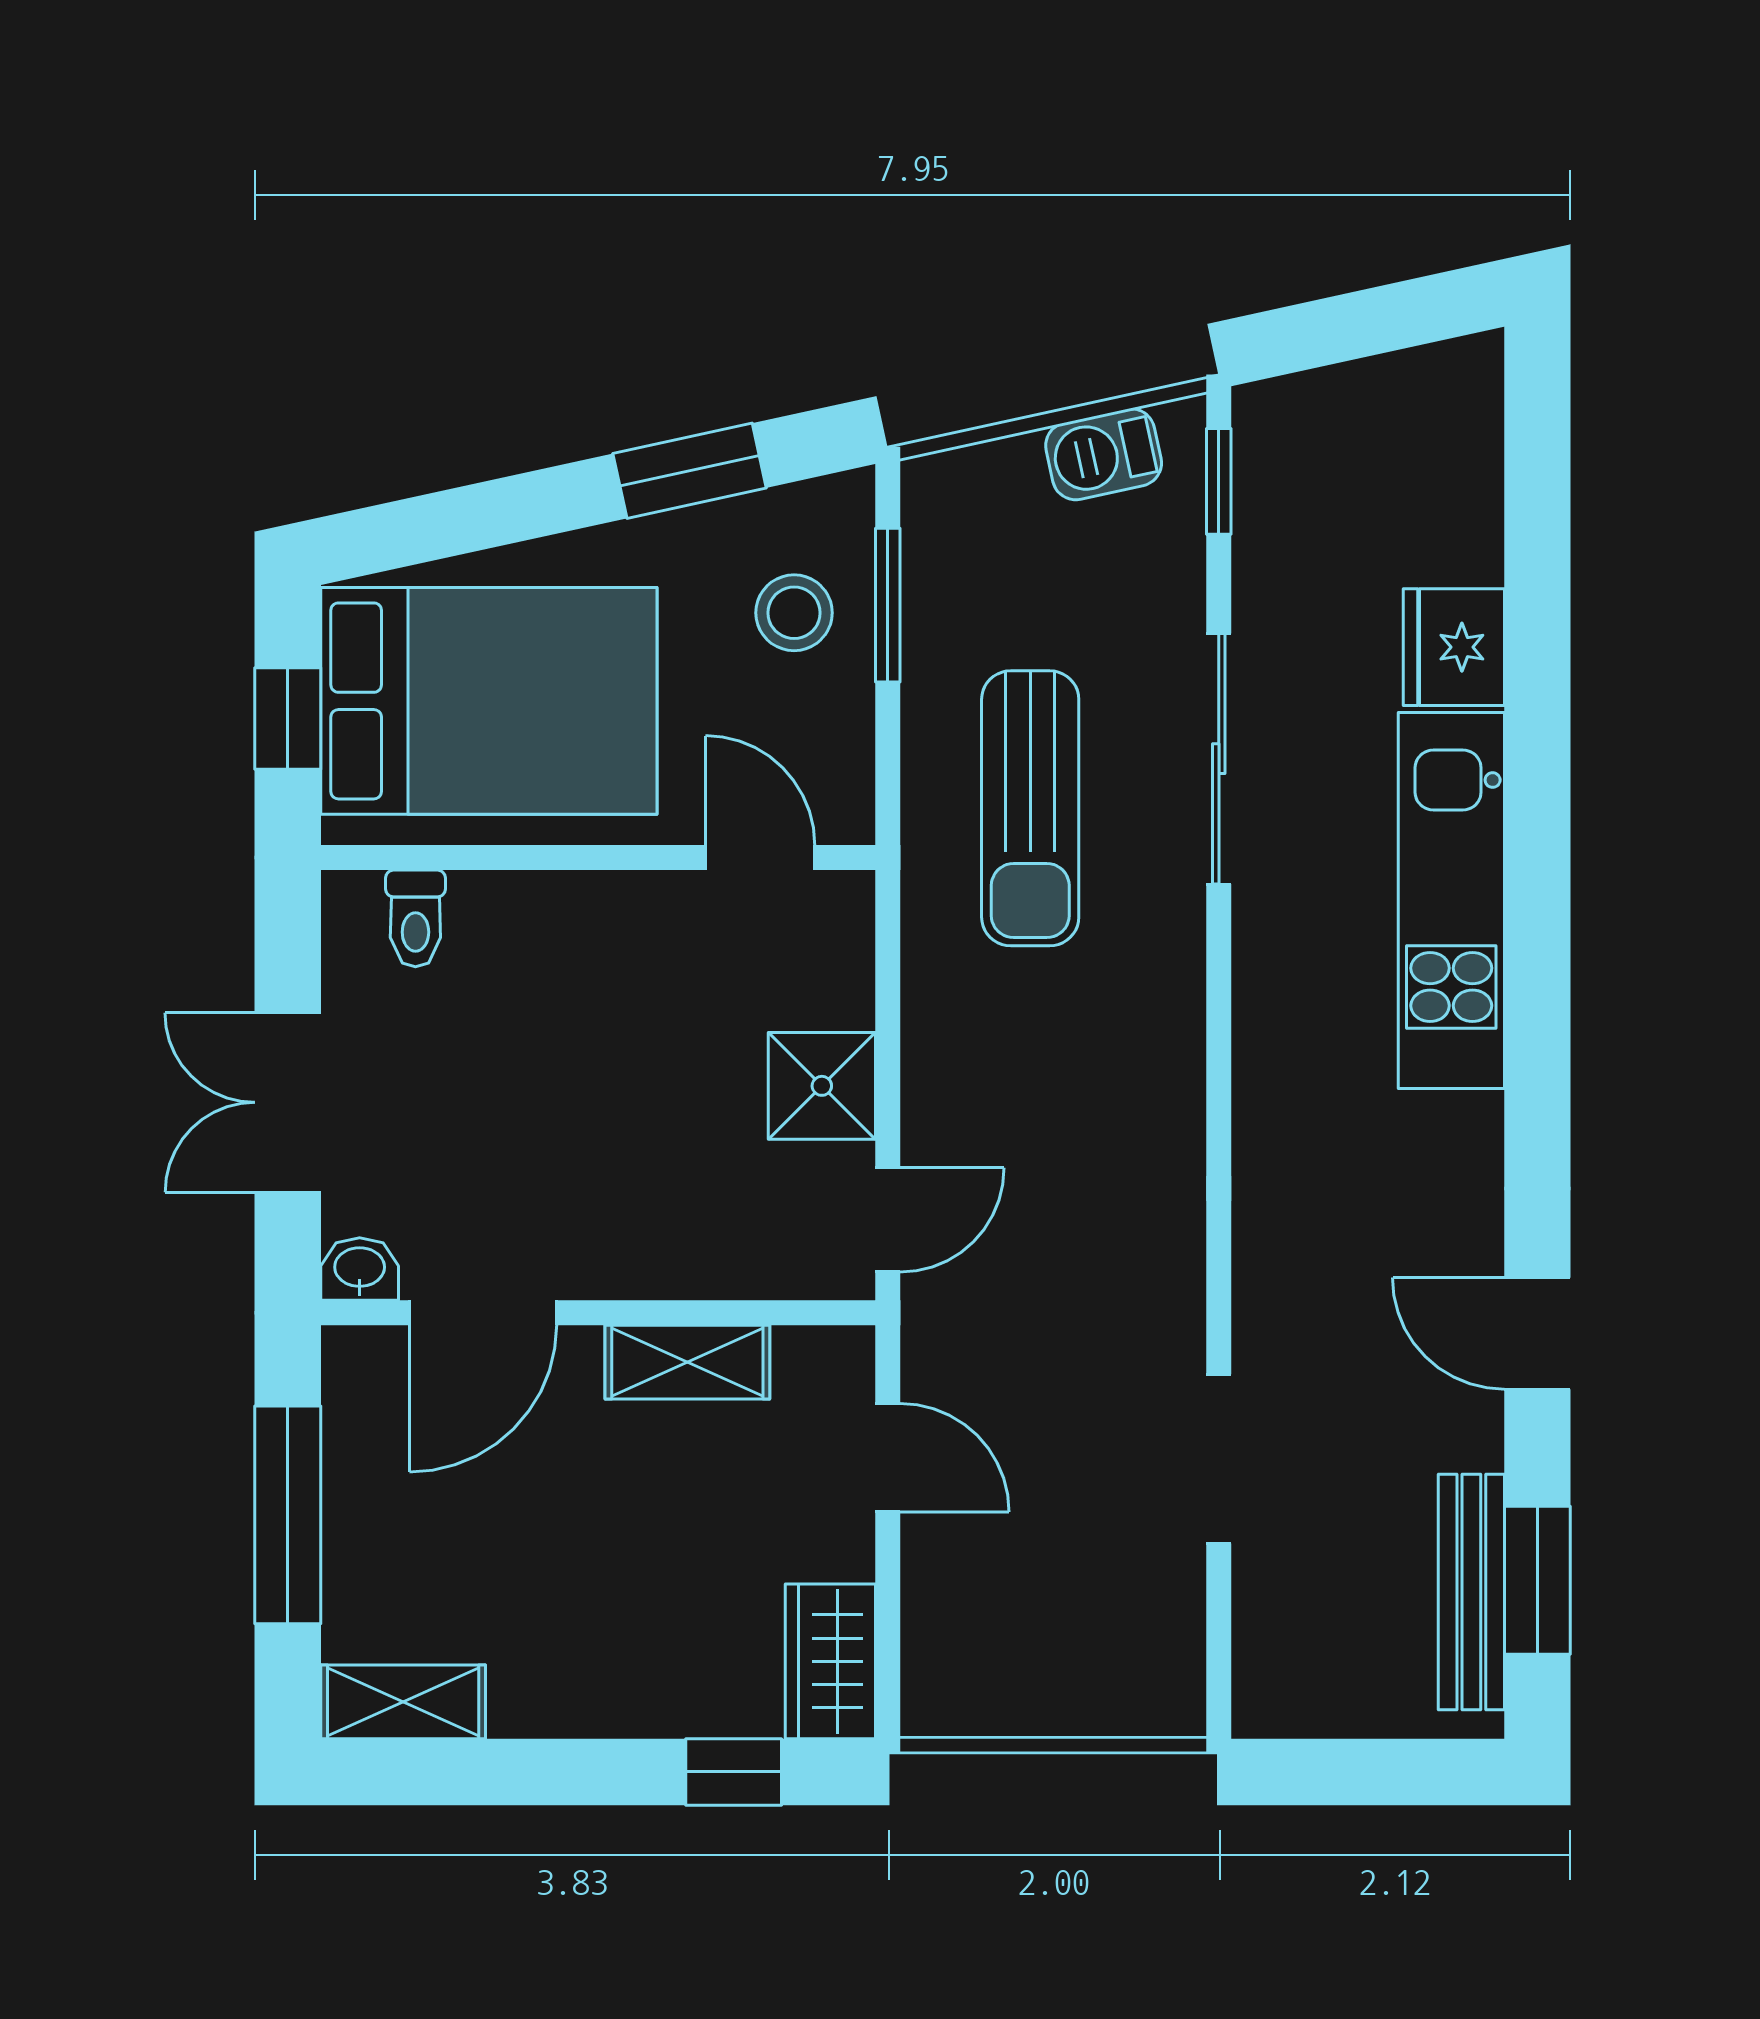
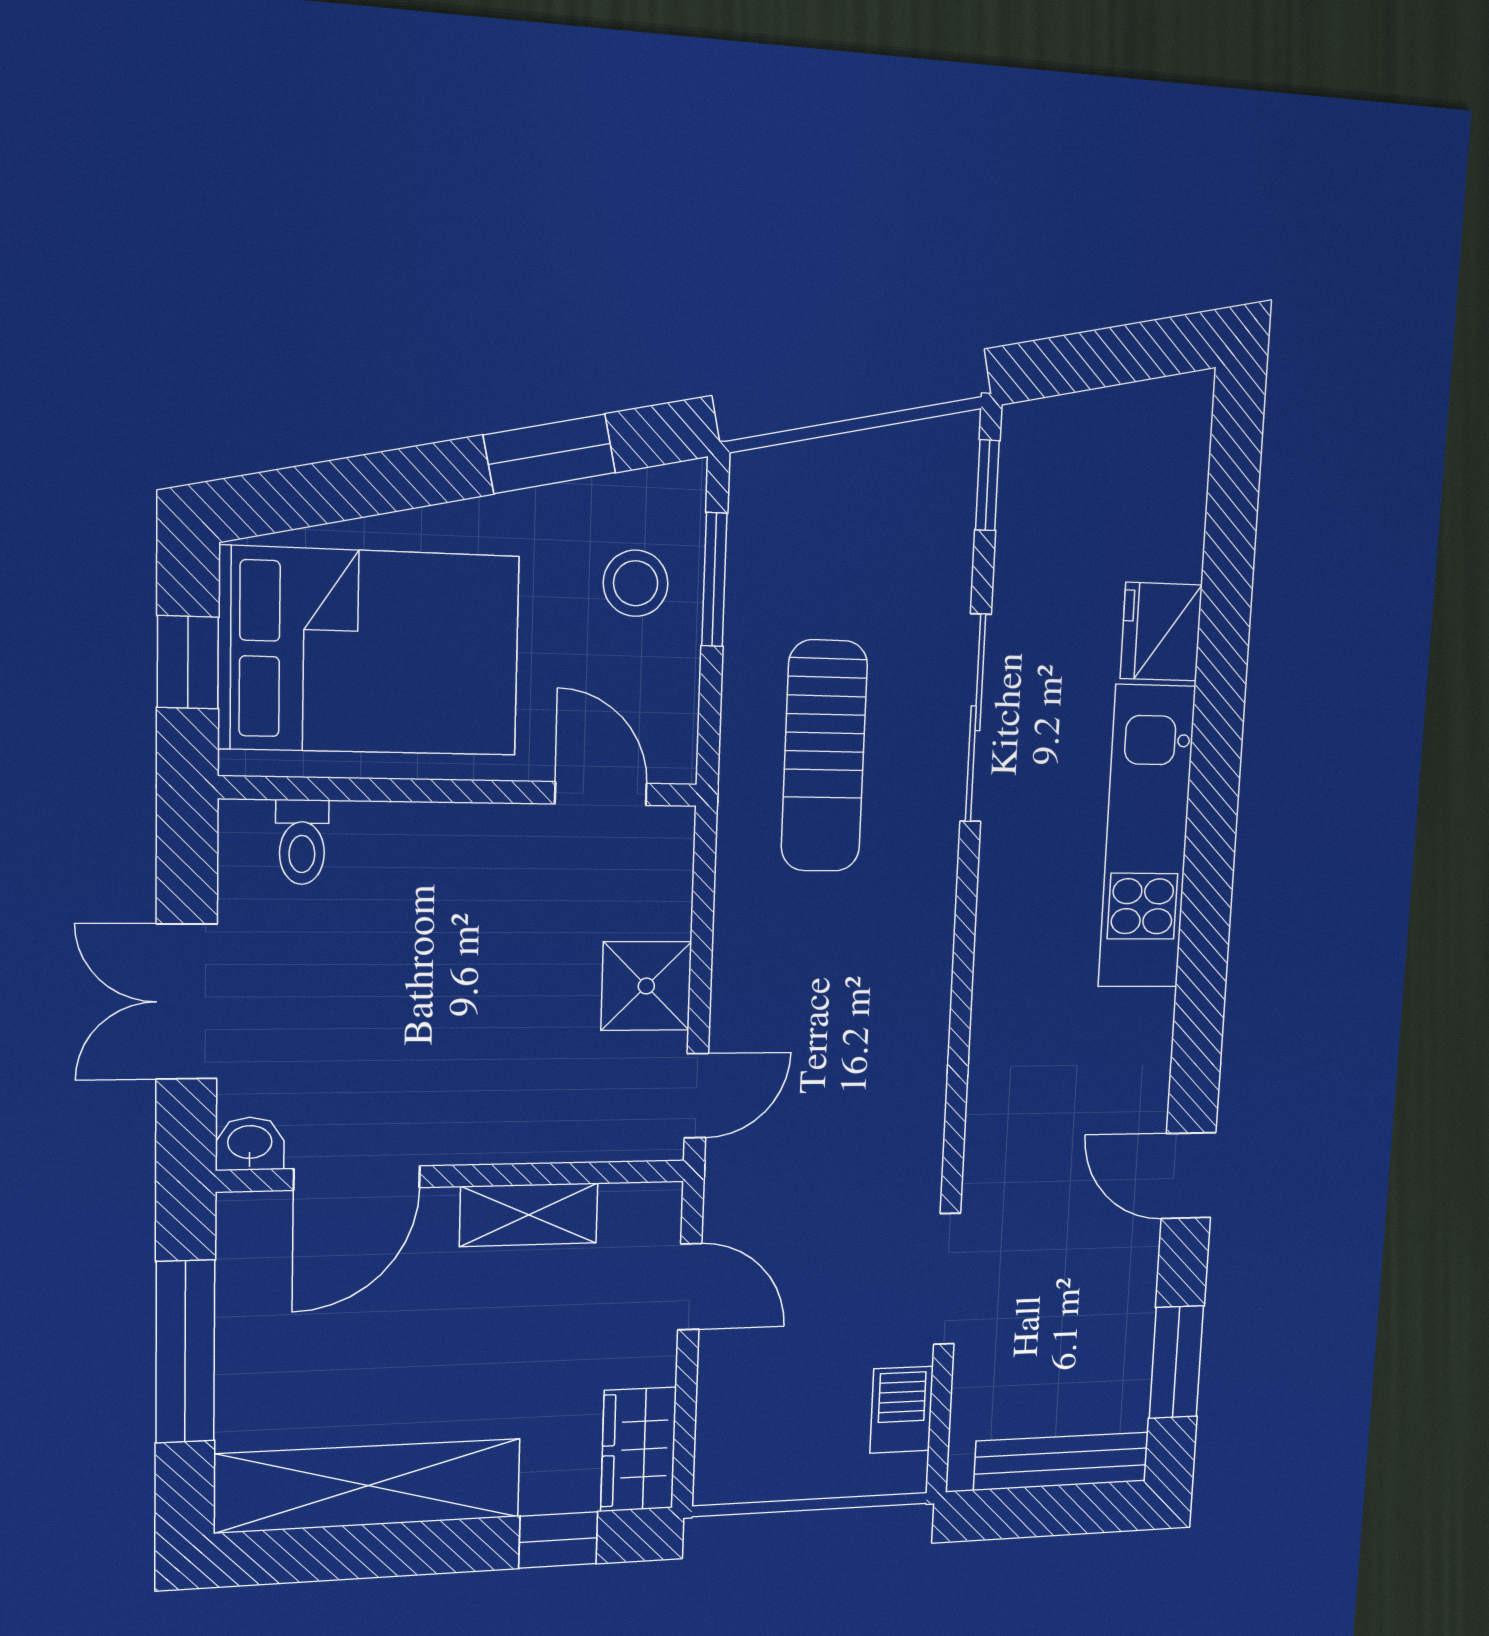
barbecue: (1104, 454) -> (902, 1410), moved, turned 102
bench: (1471, 1592) -> (1061, 1461), moved, turned 90
shelving: (403, 1702) -> (368, 1486), width x2.20, depth x1.33

